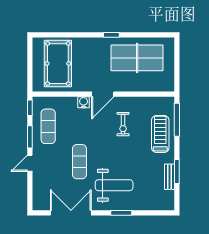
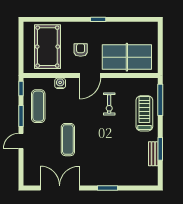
table tennis table: (137, 58) -> (127, 57), moved
armchair: (93, 67) -> (81, 50), added
water cooler: (84, 102) -> (60, 83), moved
weight bench: (114, 185) -> (101, 162), removed

